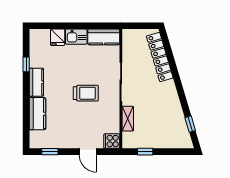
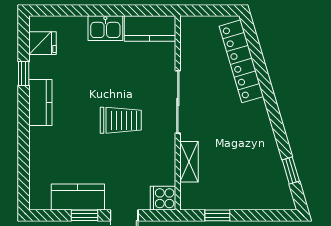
fridge: (58, 37) -> (42, 43), moved, turned -90
kitchen counter: (37, 114) -> (78, 197), moved, turned -90
window: (50, 152) -> (85, 215), moved

